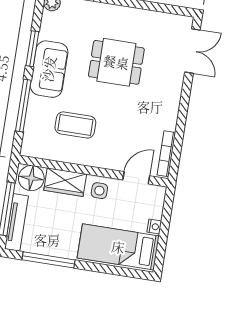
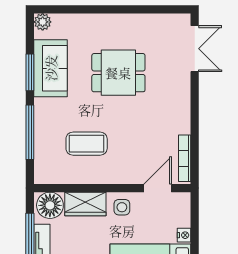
sofa: (49, 69) -> (51, 68), moved

